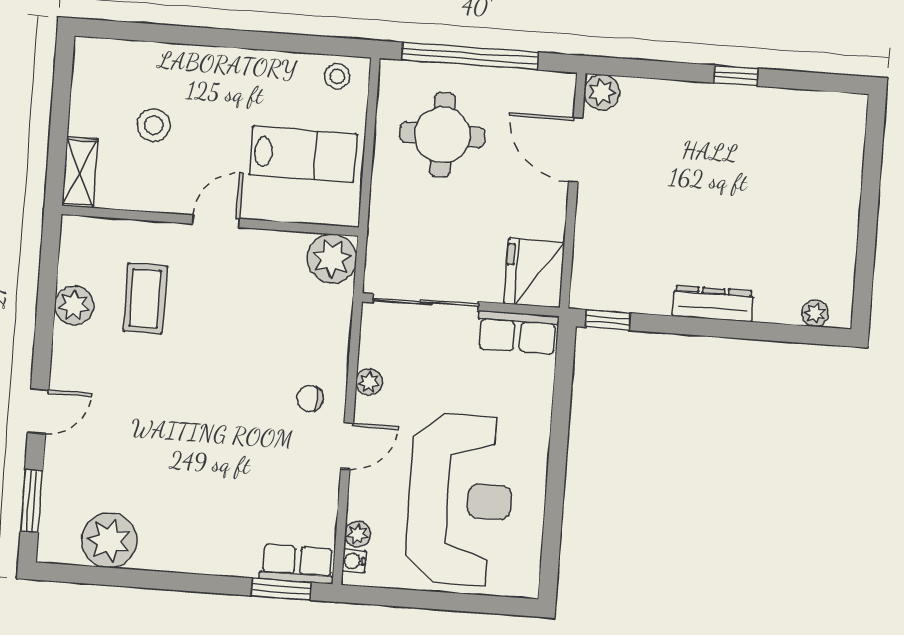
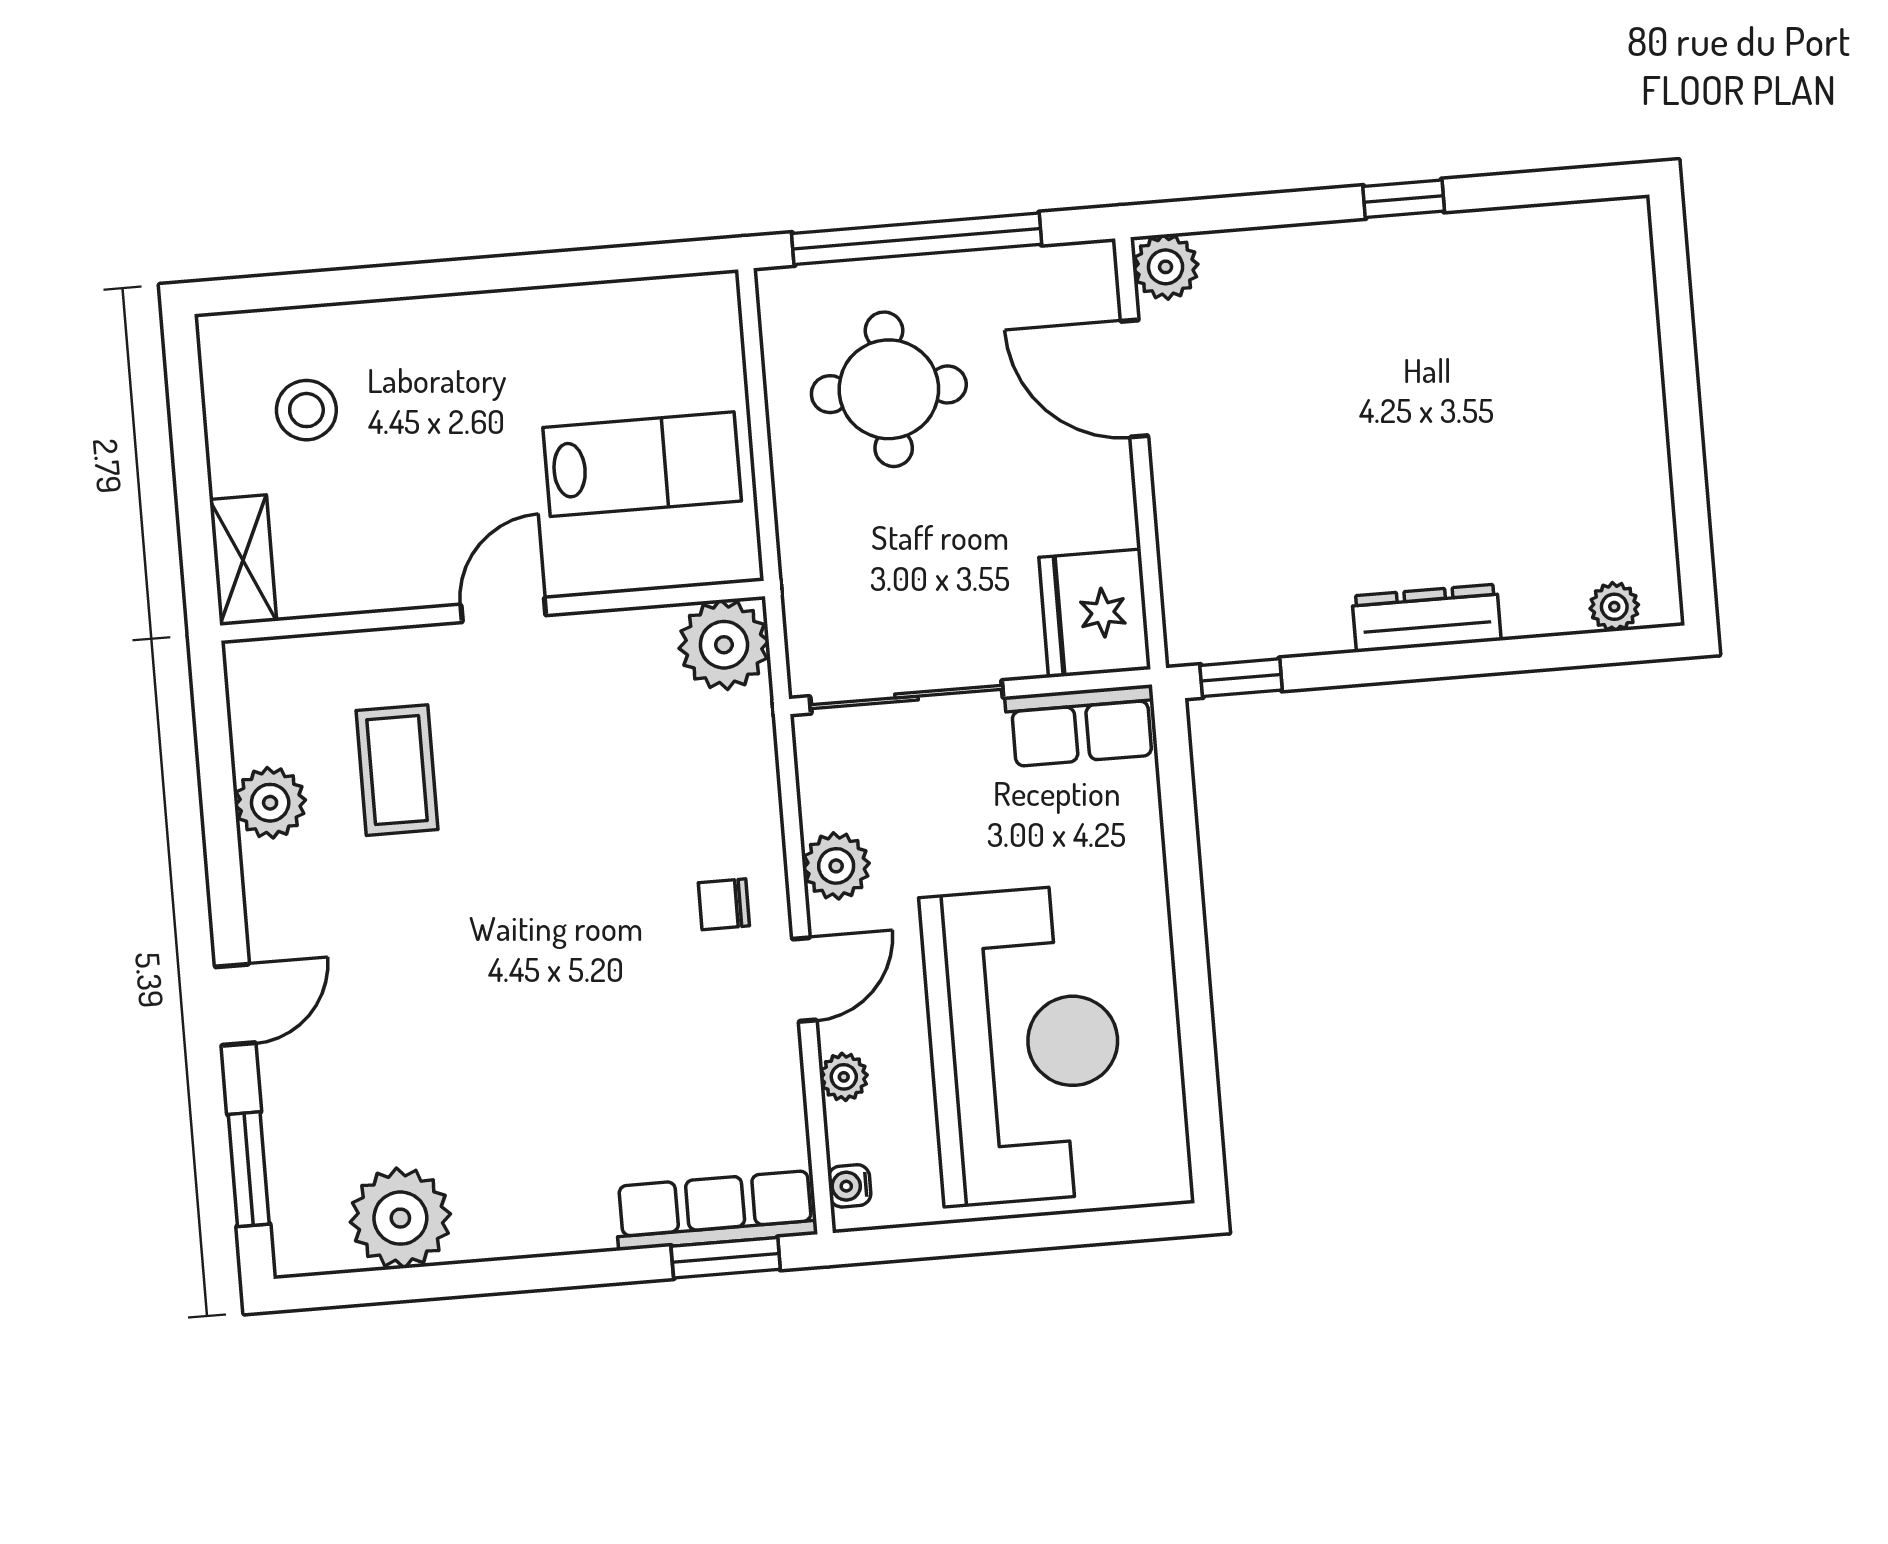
stool: (337, 76) -> (682, 313), removed
stool: (154, 125) -> (306, 410), moved
plant: (369, 382) -> (836, 866), width x1.38, depth x1.38
plant: (358, 534) -> (844, 1077), moved
row of seats: (297, 564) -> (716, 1210), width x1.48

